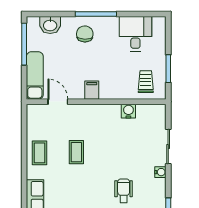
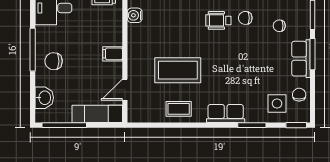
coffee table: (76, 152) -> (178, 70), width x1.86, depth x1.72

